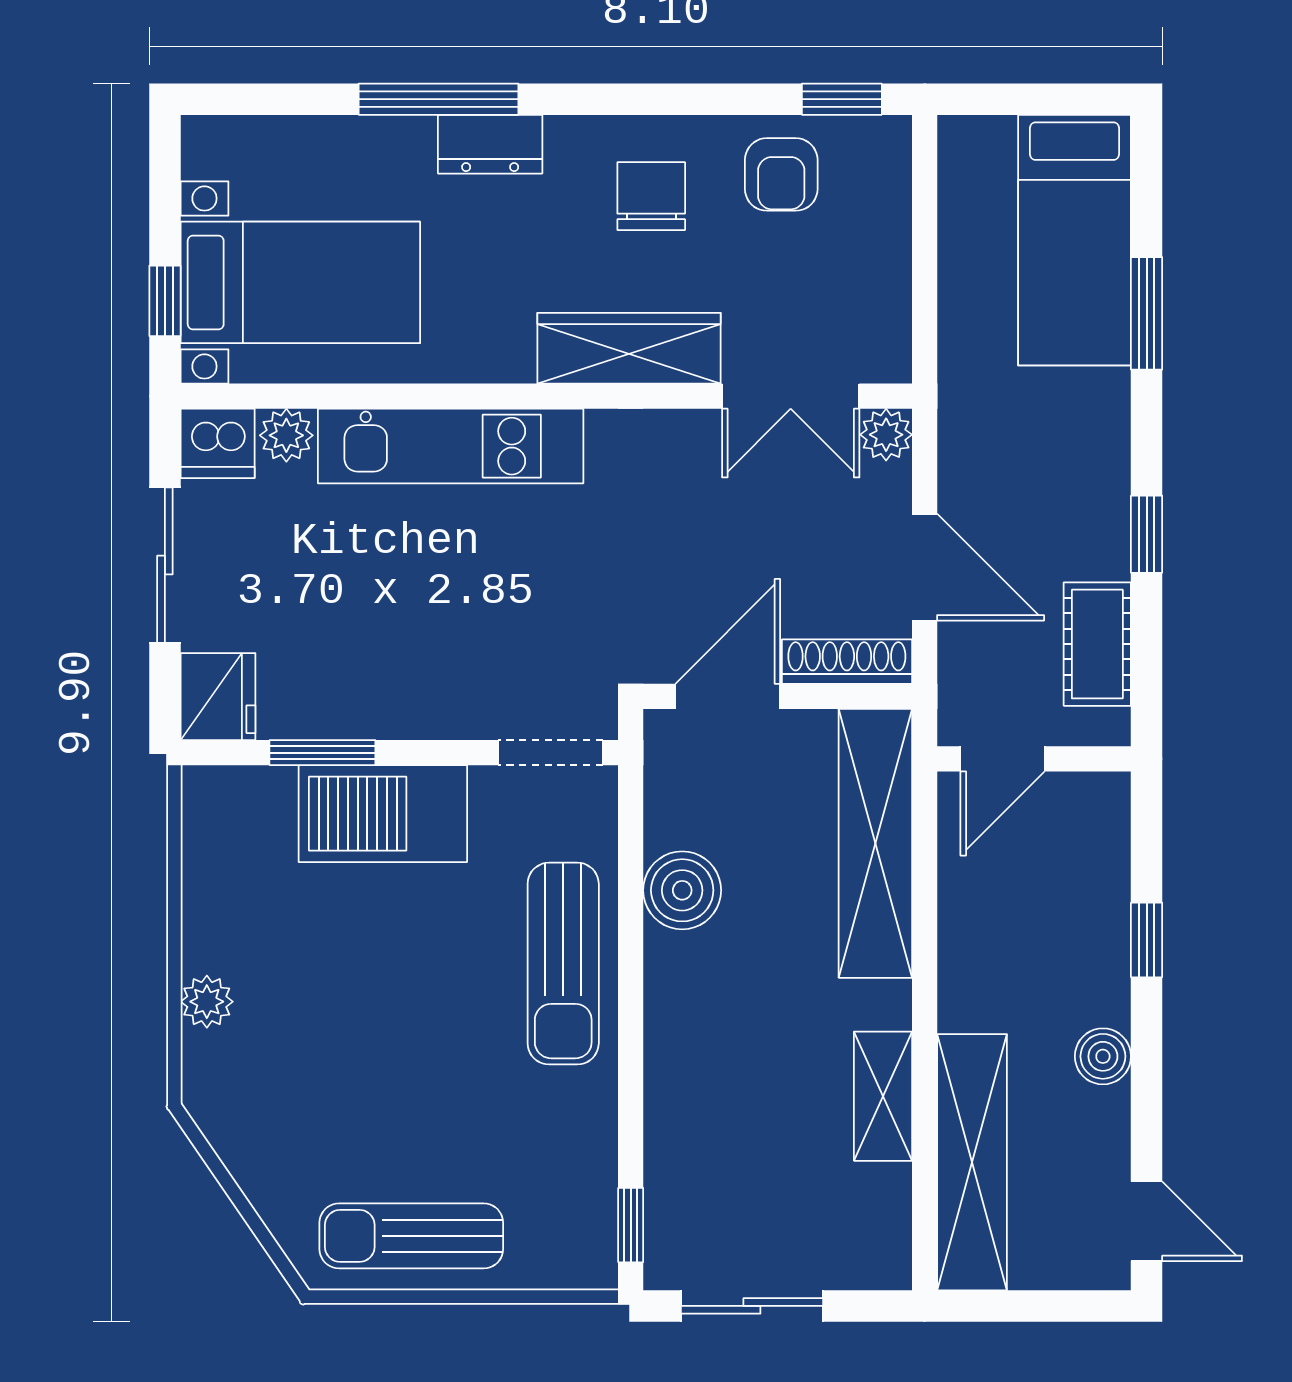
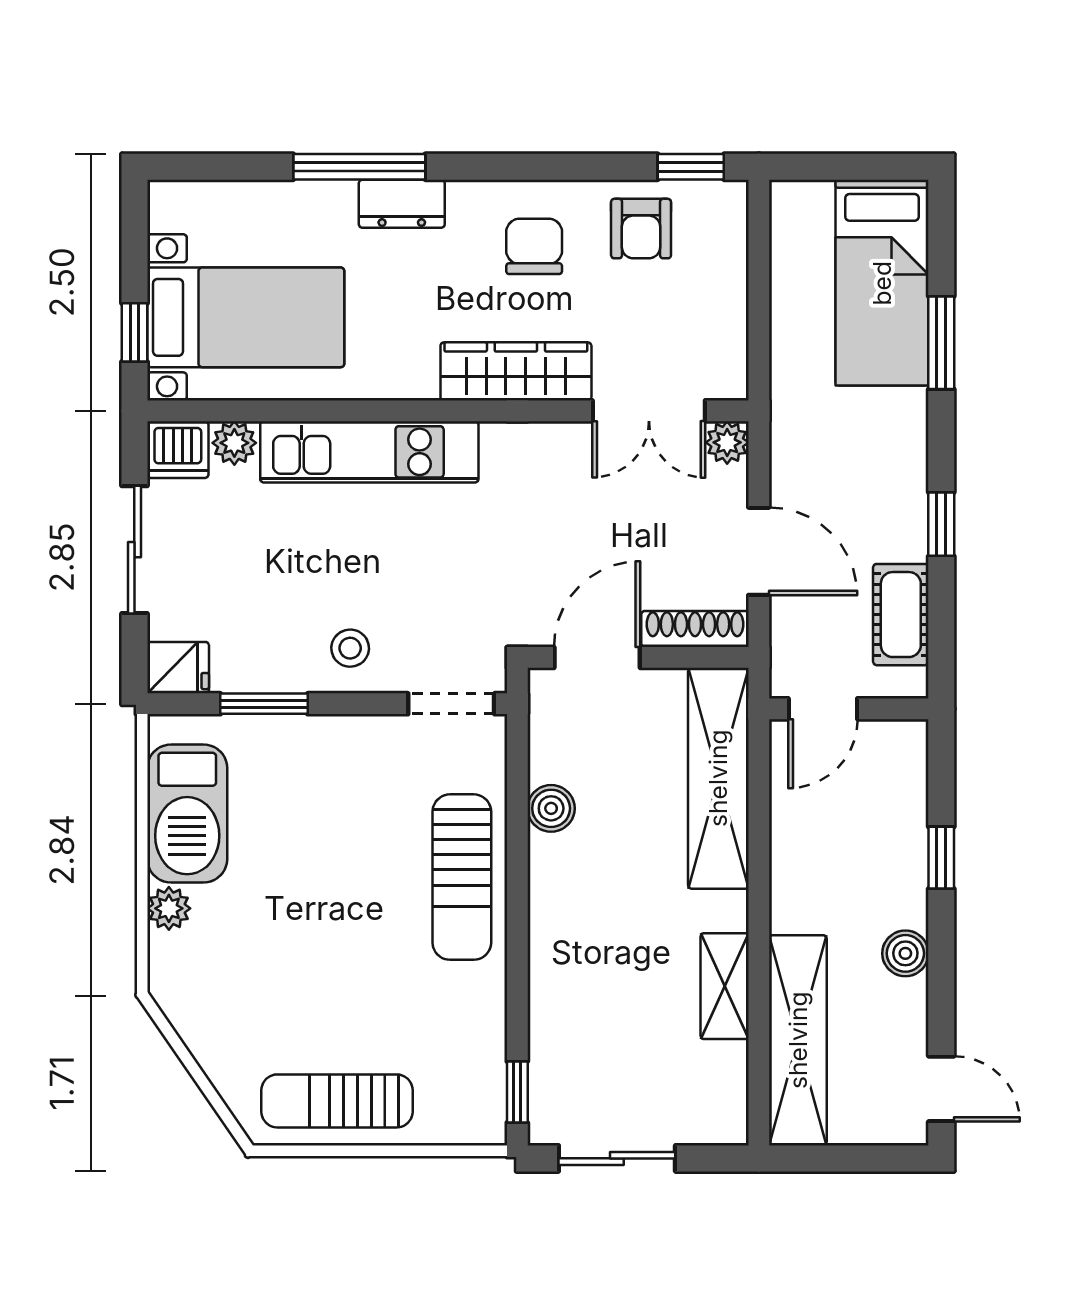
stool: (427, 685) -> (350, 648), added
fridge: (218, 697) -> (178, 668), width x0.72
barbecue: (383, 814) -> (187, 814), moved, turned -90
boiler: (682, 890) -> (551, 808), width x0.73, depth x0.73

